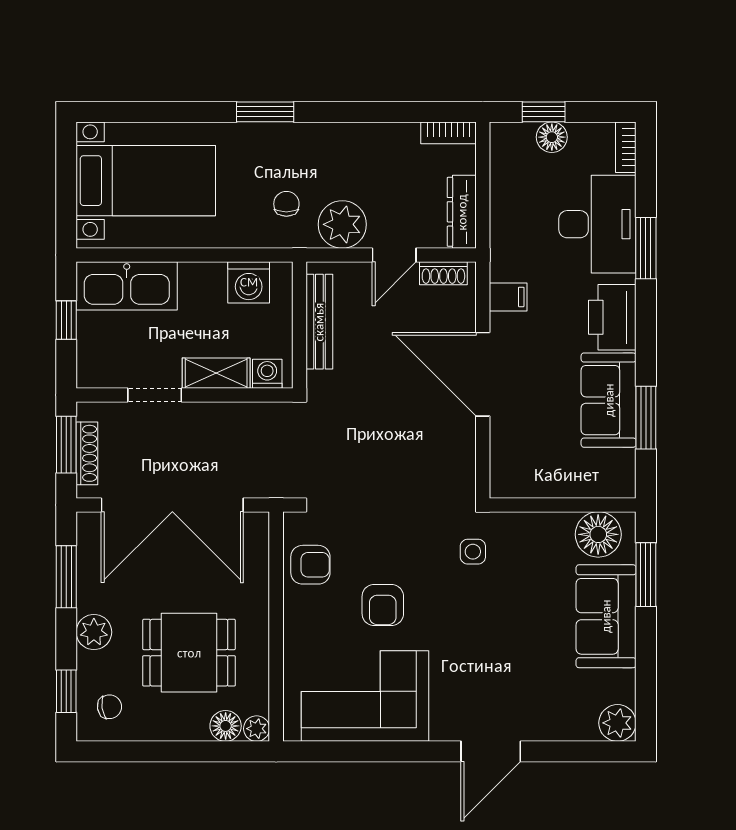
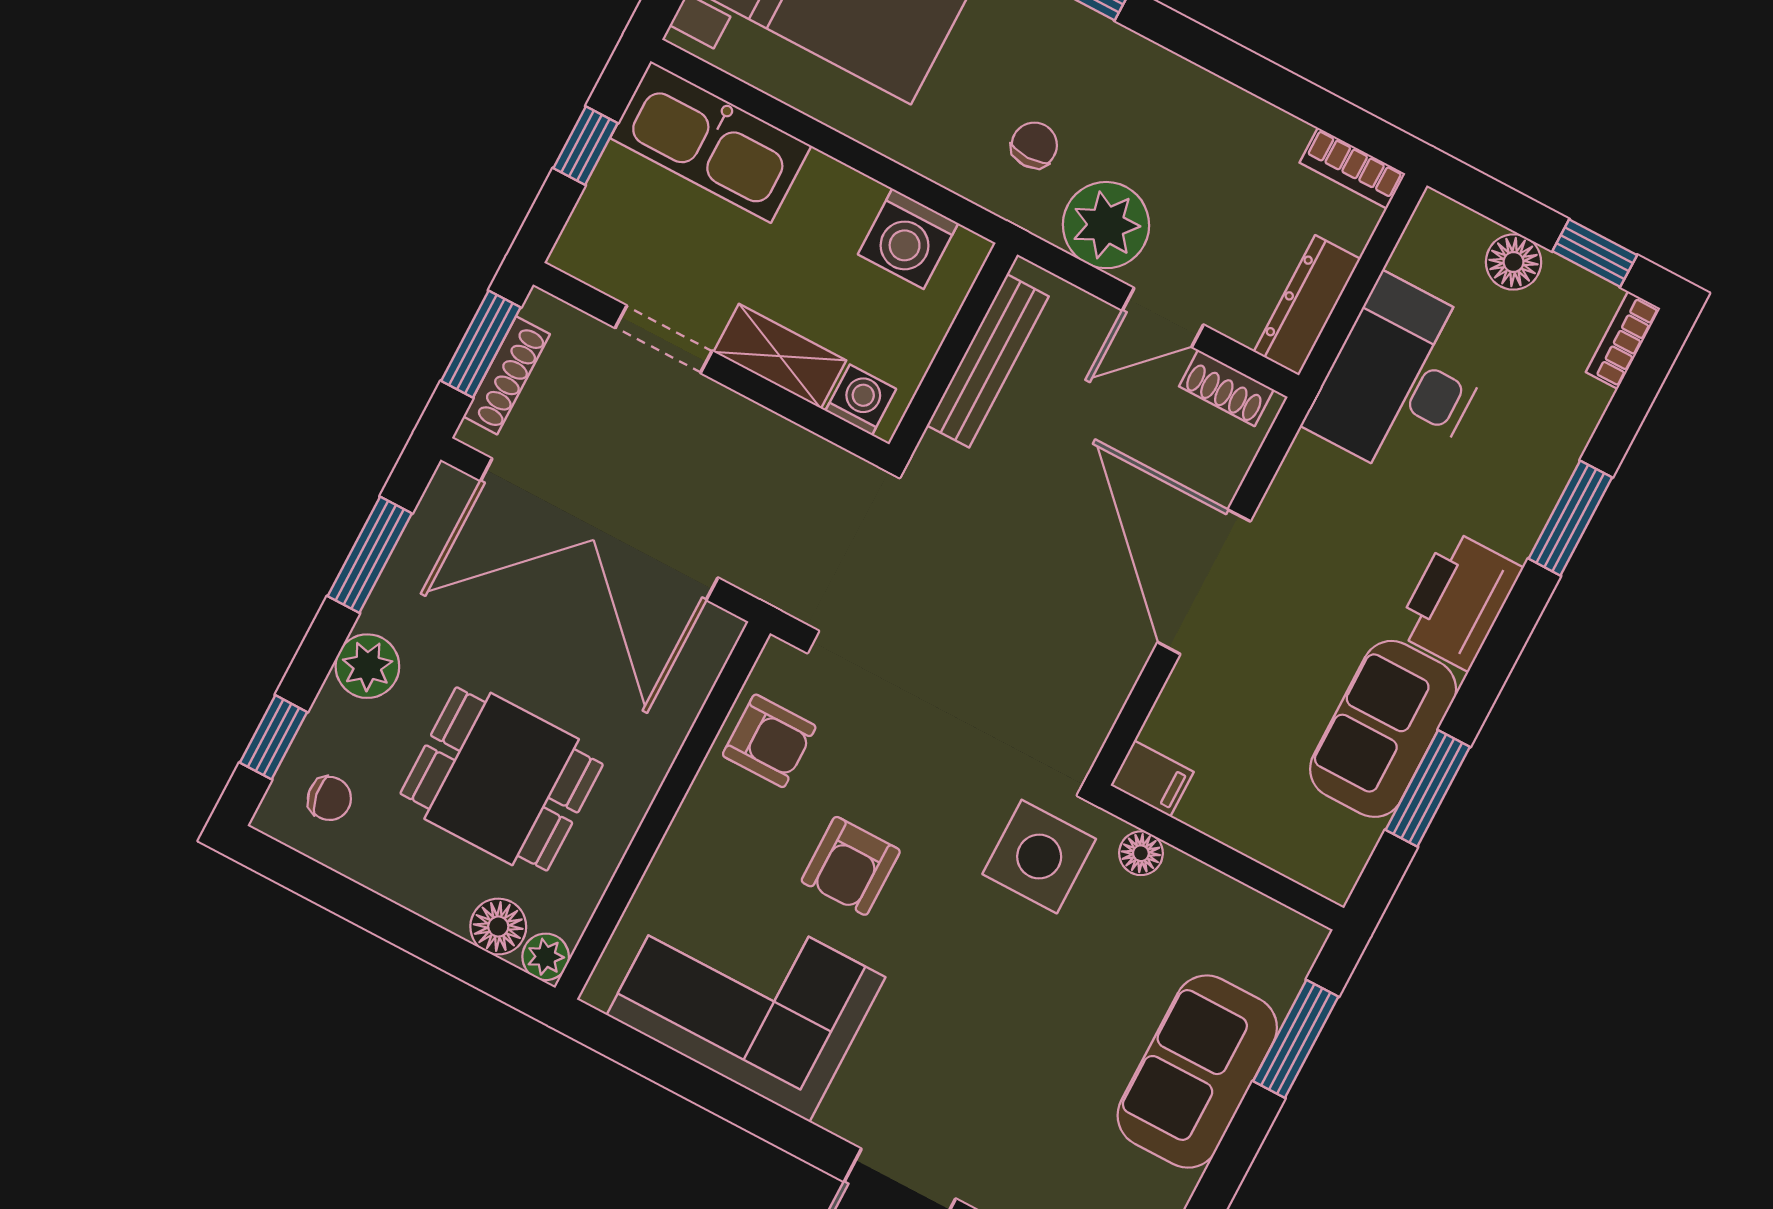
window: (544, 112) -> (1595, 253), moved
desk: (597, 224) -> (1402, 380), moved, turned 180
filing cabinet: (508, 297) -> (1152, 779), moved
floor lamp: (598, 534) -> (1141, 853), moved, width x0.53, depth x0.53
side table: (473, 552) -> (1039, 857), width x1.87, depth x1.87

